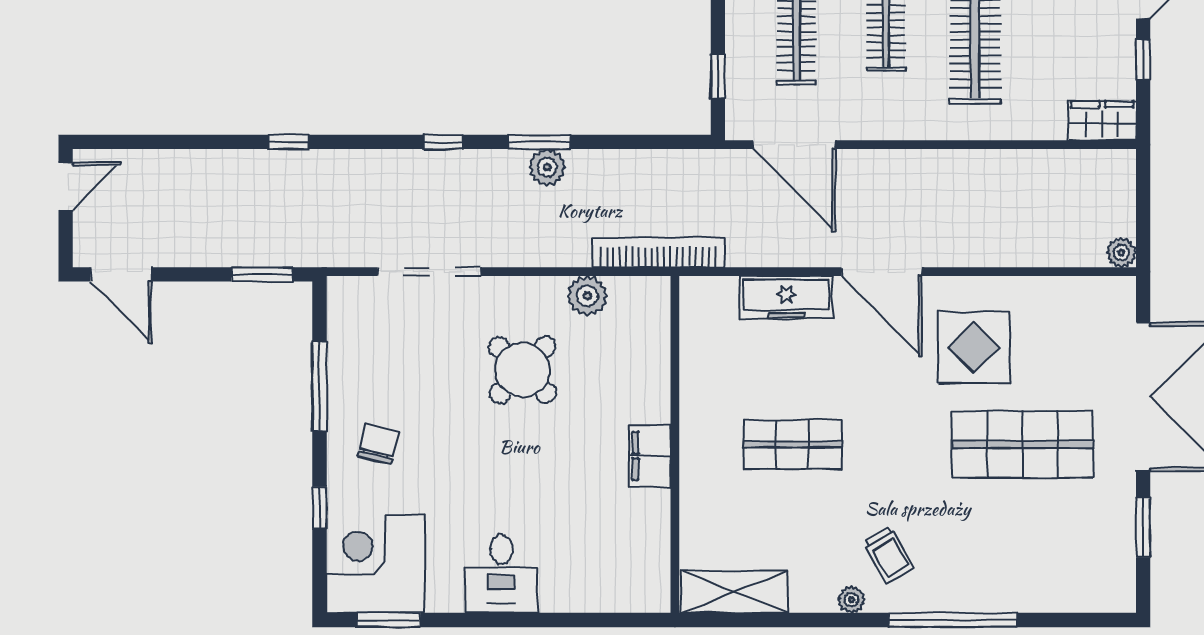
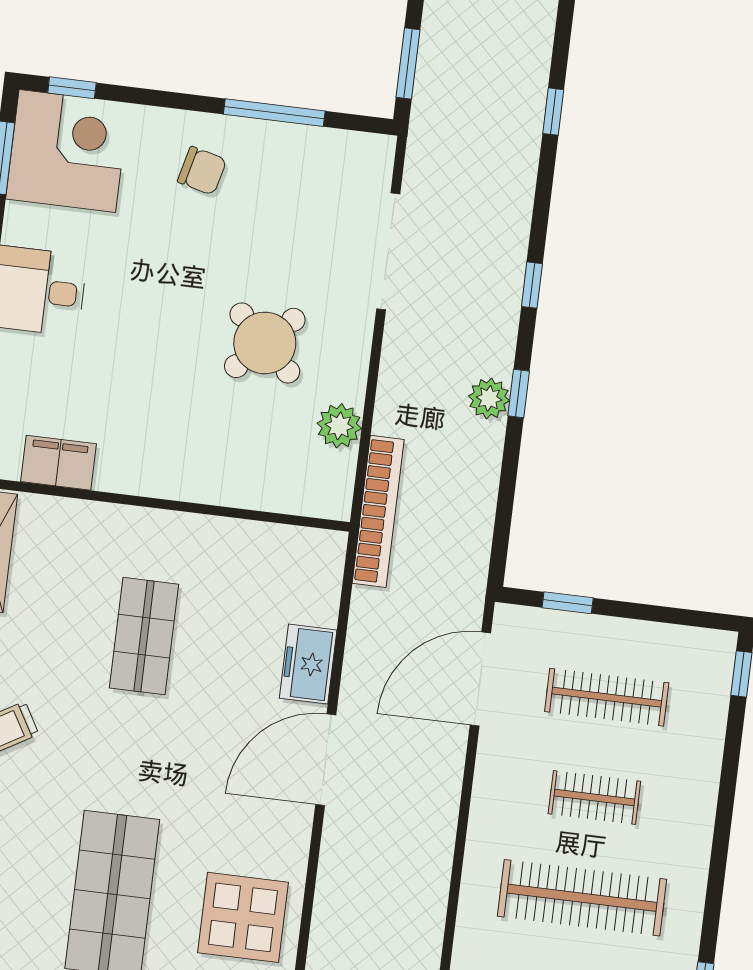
window: (540, 142) -> (519, 394), width x0.67
freezer: (786, 297) -> (308, 664), width x0.71
display table: (974, 347) -> (243, 917), moved
filing cabinet: (650, 456) -> (58, 463), moved
window: (319, 508) -> (72, 88), moved

